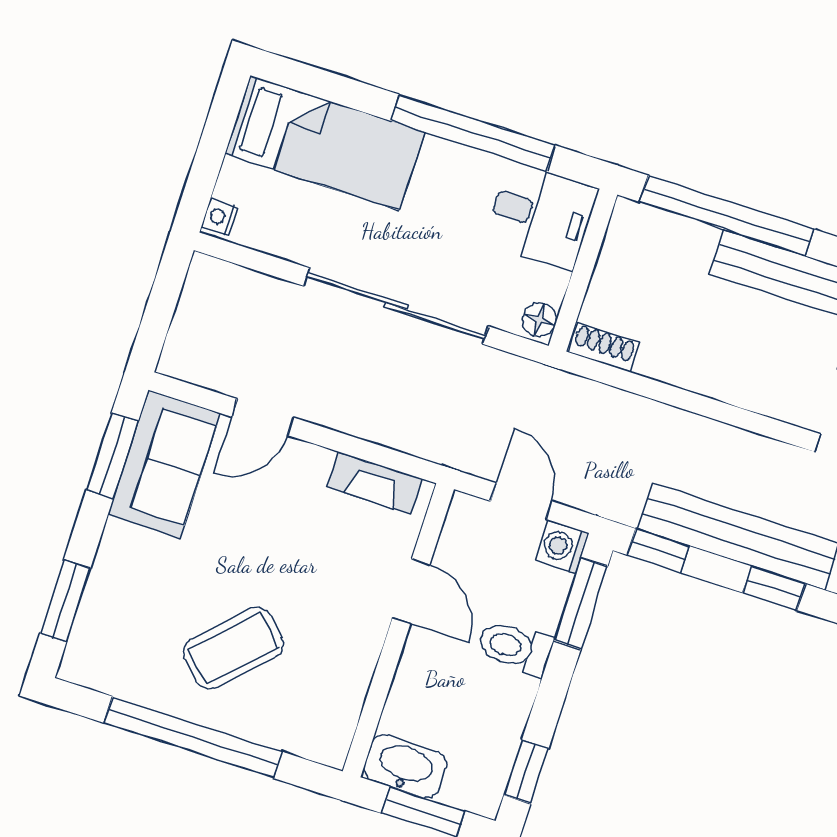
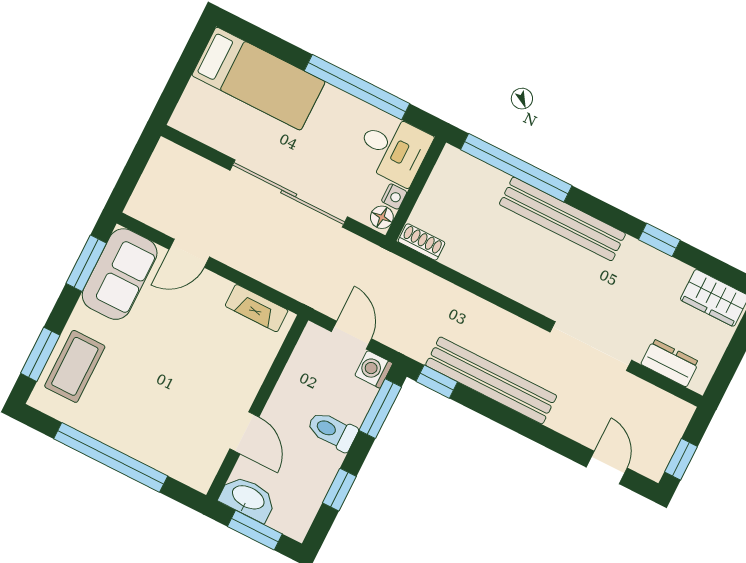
nightstand: (220, 217) -> (394, 197), moved, turned 180
window: (774, 588) -> (509, 418), removed
door: (411, 591) -> (244, 433), moved
coffee table: (233, 648) -> (75, 366), moved, turned -45
window: (526, 772) -> (339, 490), moved

